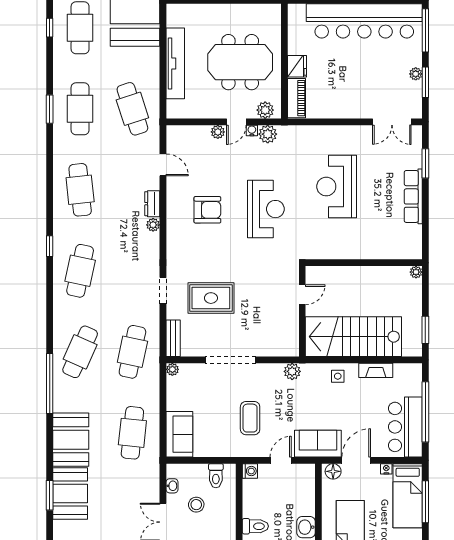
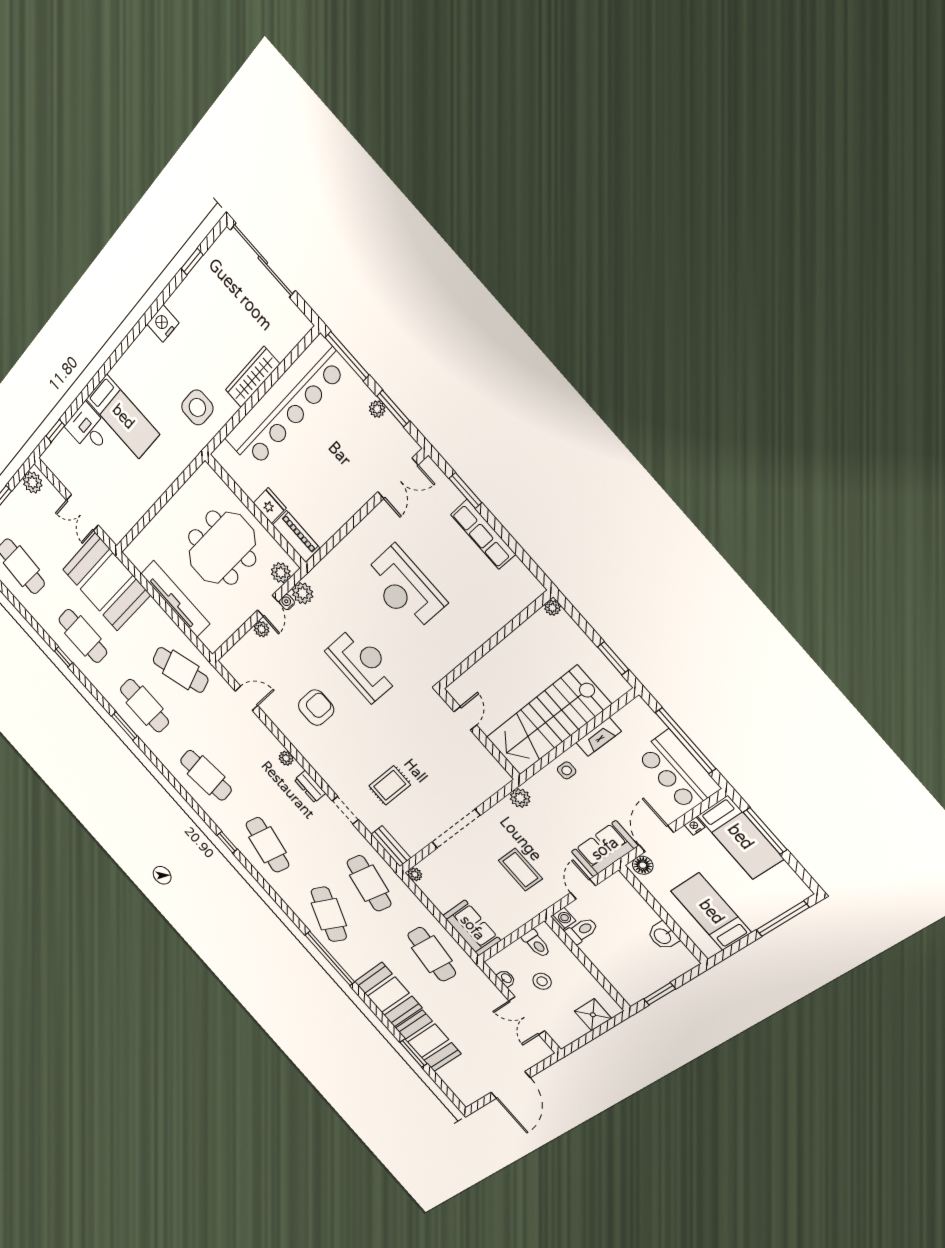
dresser: (152, 204) -> (310, 787), moved
rug: (211, 298) -> (390, 785), width x0.73, depth x0.70
toilet: (255, 526) -> (582, 931), moved

